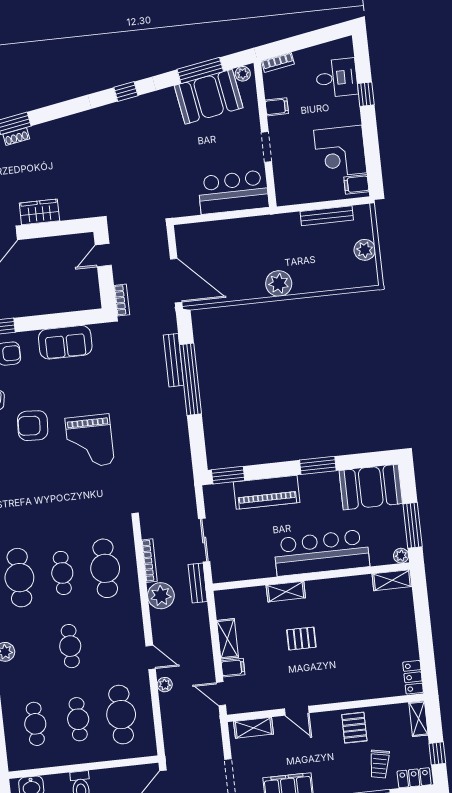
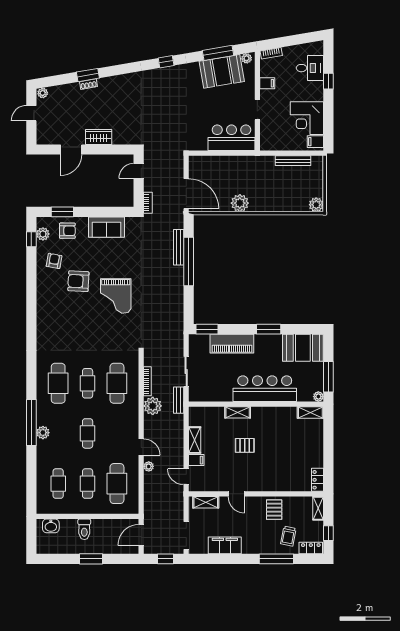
plant: (365, 250) -> (316, 205), moved
plant: (279, 283) -> (240, 203), moved

